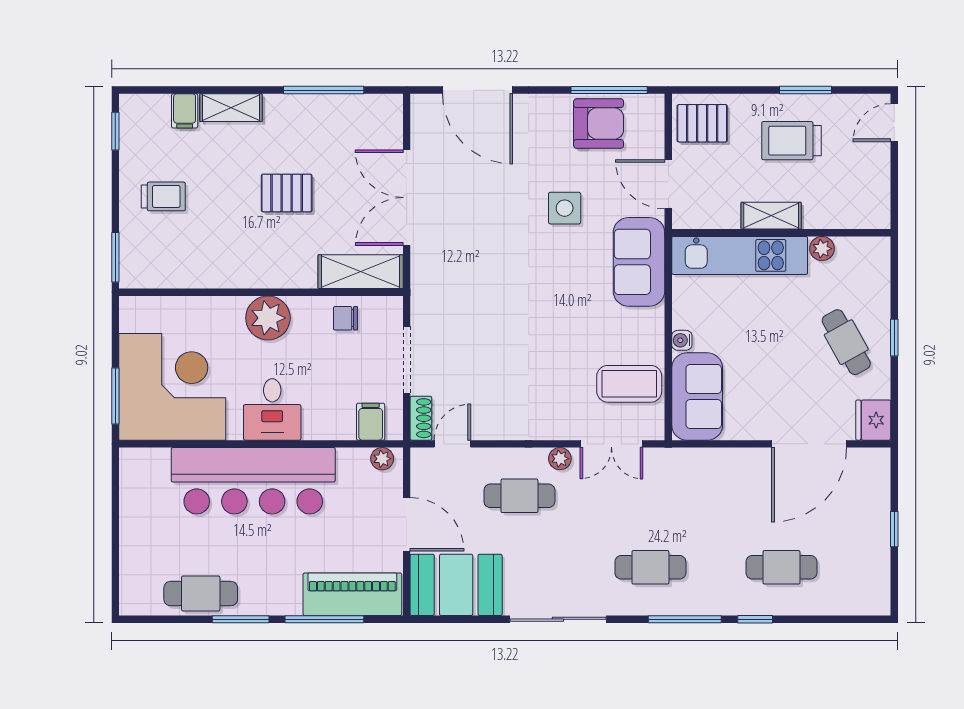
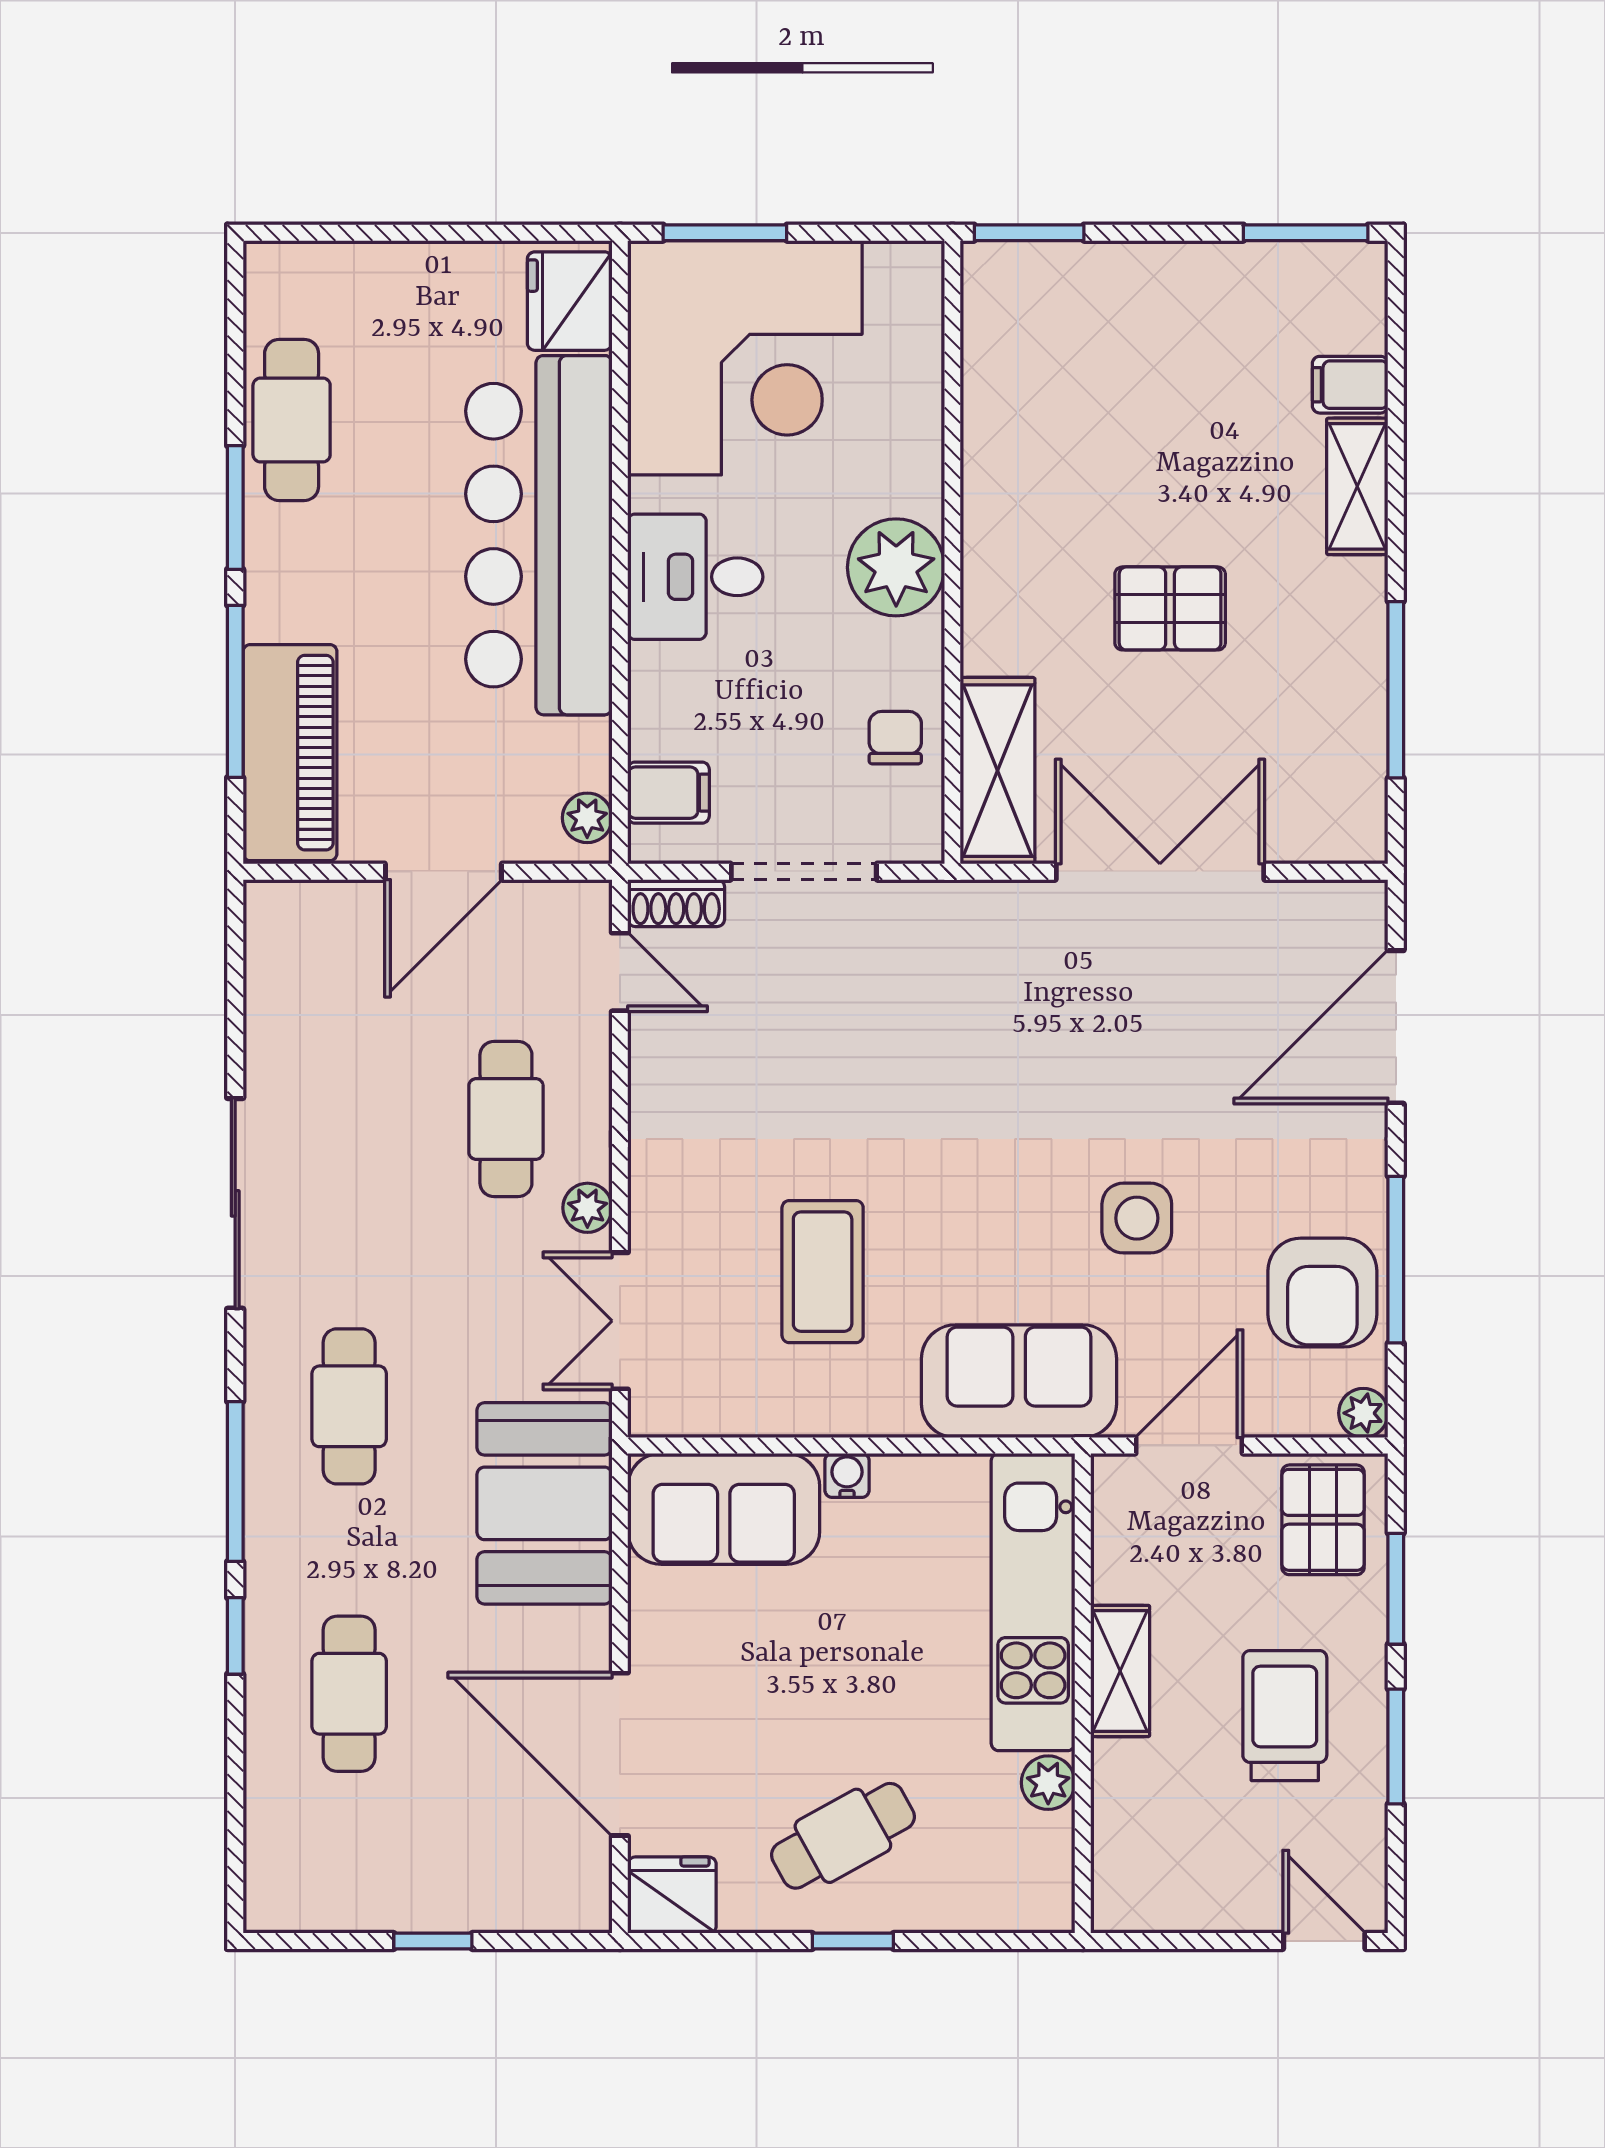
window: (609, 90) -> (1396, 1260), moved
window: (734, 90) -> (1396, 1589), added
plant: (653, 105) -> (1363, 1413), added
window: (115, 131) -> (1306, 233), width x1.50
pallet: (287, 193) -> (1170, 608), turned 90
trolley: (163, 196) -> (1162, 338), removed
coffee table: (629, 384) -> (823, 1272), moved
fridge: (147, 467) -> (570, 301), added
booth: (456, 585) -> (545, 1503), moved

